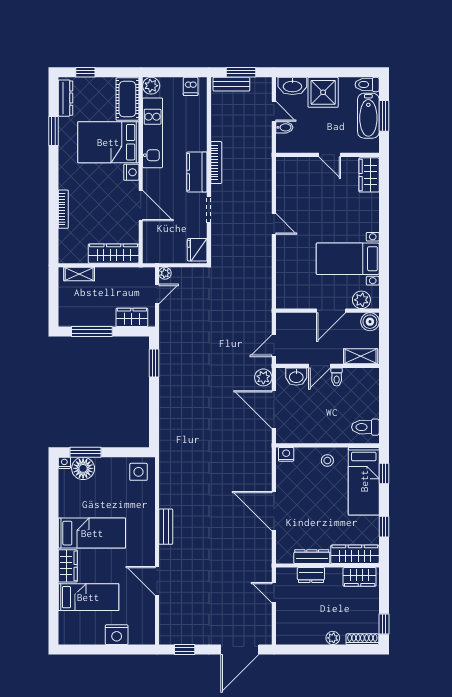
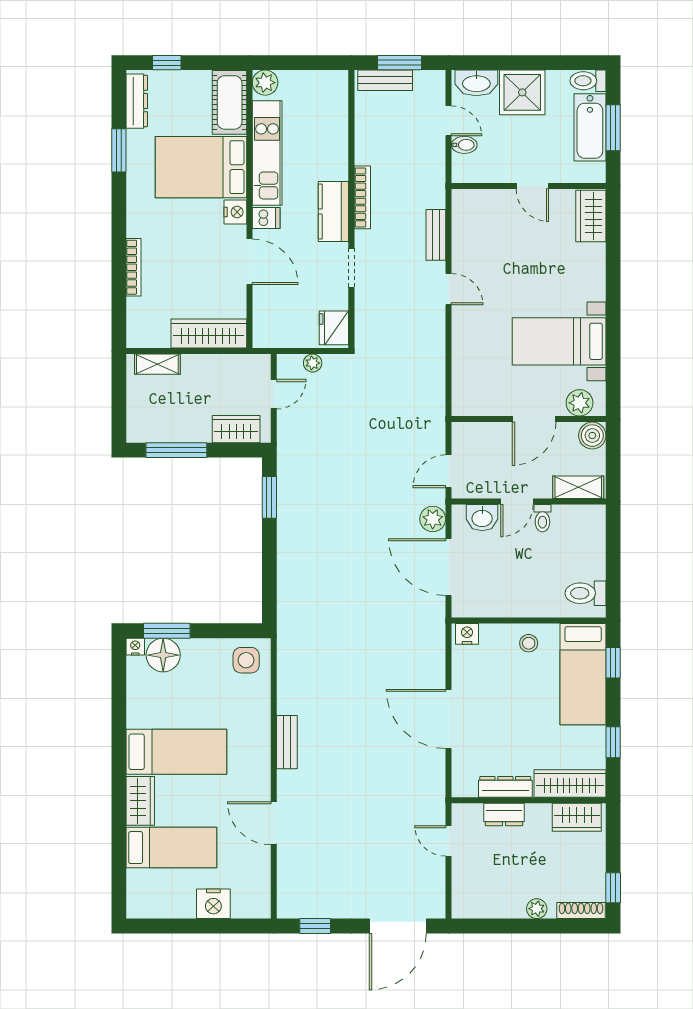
dishwasher: (191, 86) -> (266, 218), moved, turned -90
bench: (265, 188) -> (436, 235), added
plant: (165, 273) -> (313, 363), moved

